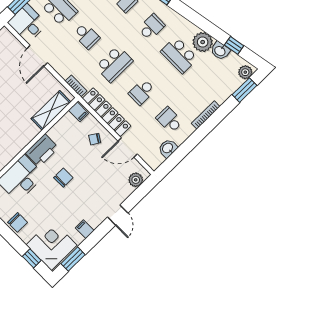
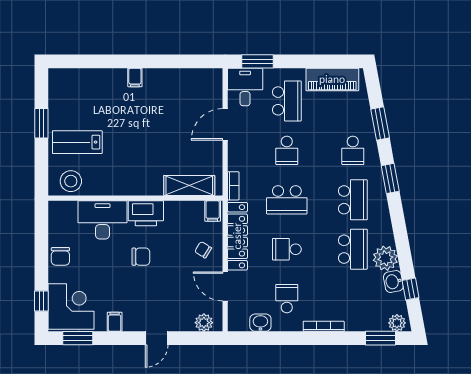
school desk: (152, 27) -> (353, 200), width x1.85
school desk: (179, 55) -> (353, 249), turned 180

